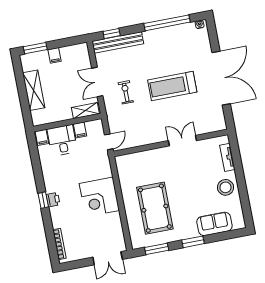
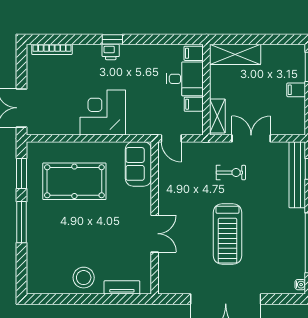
treadmill: (172, 86) -> (227, 234), turned 180
shelving: (34, 90) -> (235, 54), moved
sofa: (214, 224) -> (138, 164), moved, turned 180
window: (193, 242) -> (22, 222), width x1.44

